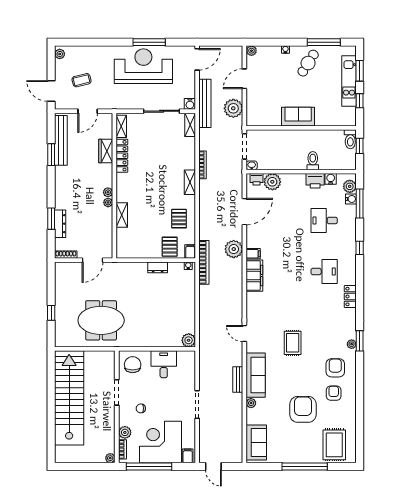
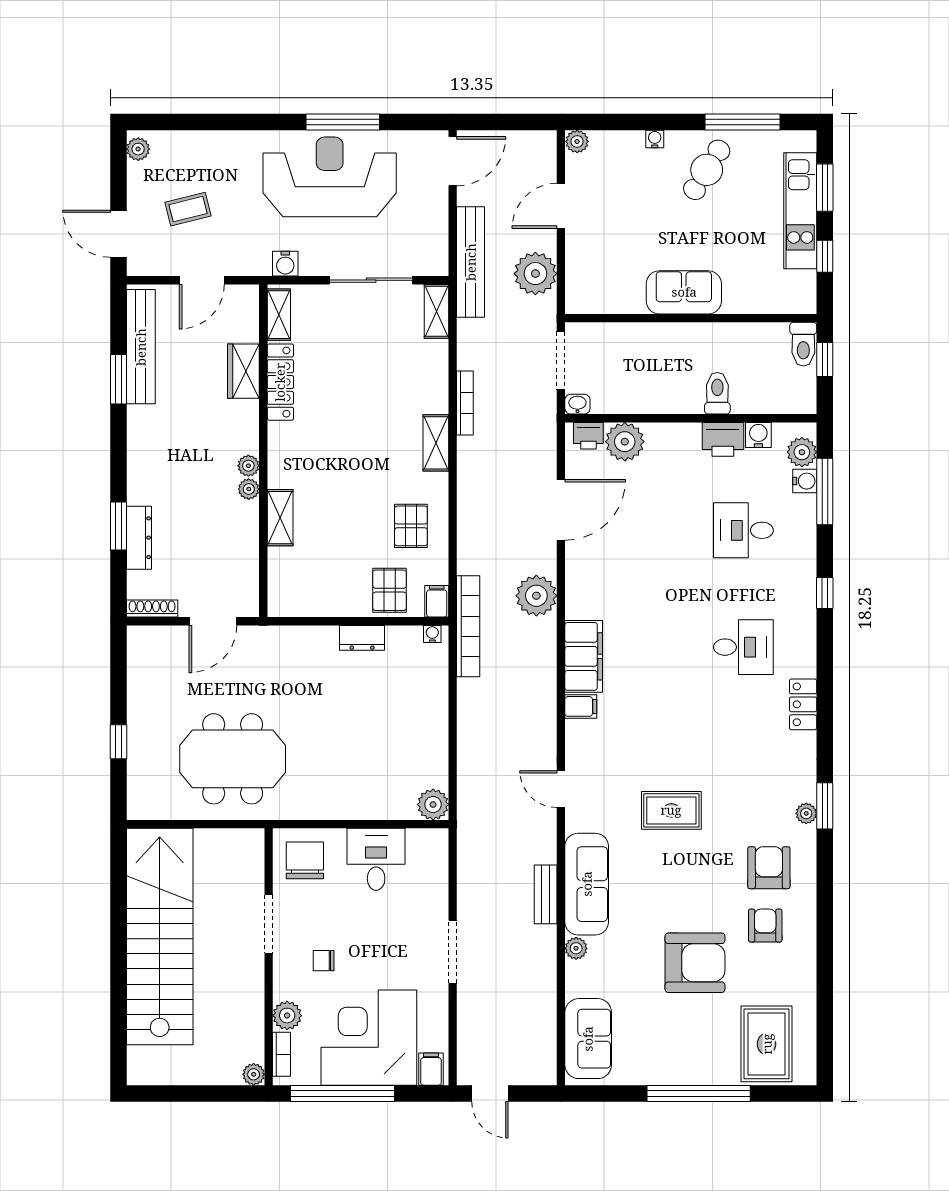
water cooler: (190, 104) -> (285, 264), moved
filing cabinet: (253, 254) -> (581, 706), moved
rug: (293, 343) -> (671, 810), turned 90
armchair: (303, 409) -> (695, 963), turned 90

